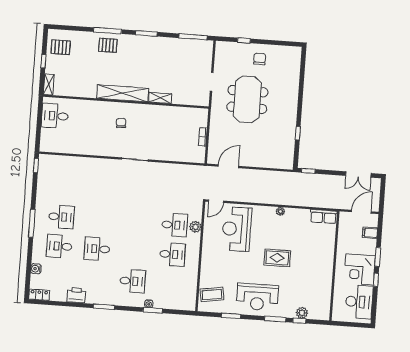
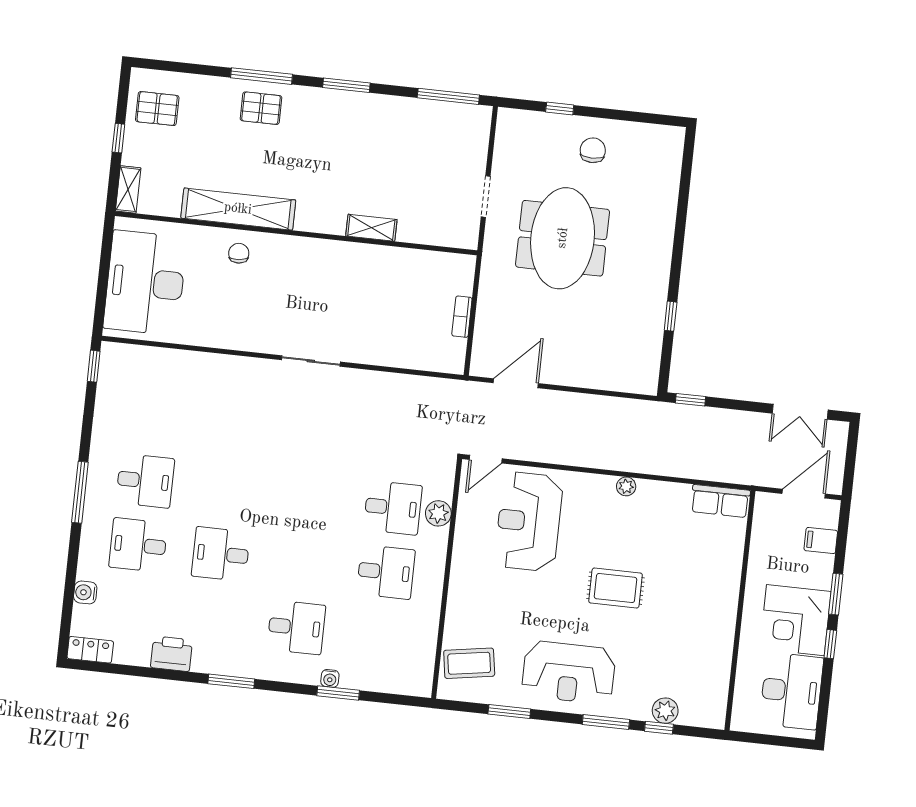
shelving: (123, 93) -> (238, 209), moved
desk: (55, 116) -> (145, 283), width x1.87, depth x1.30
chair: (121, 123) -> (239, 253), moved

